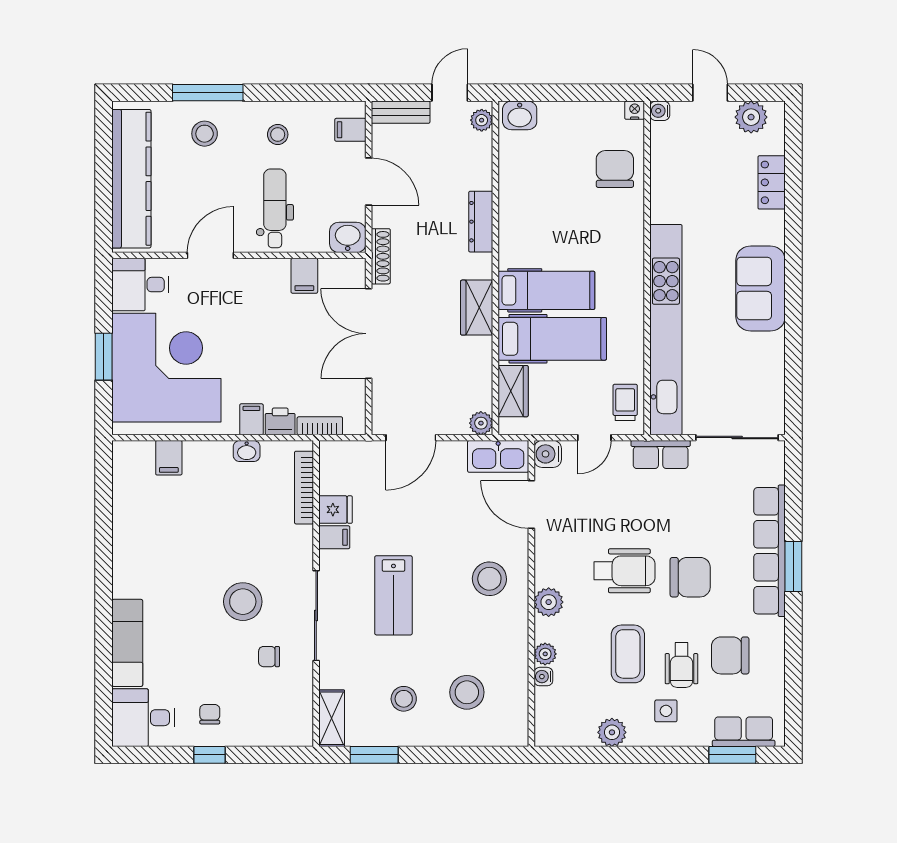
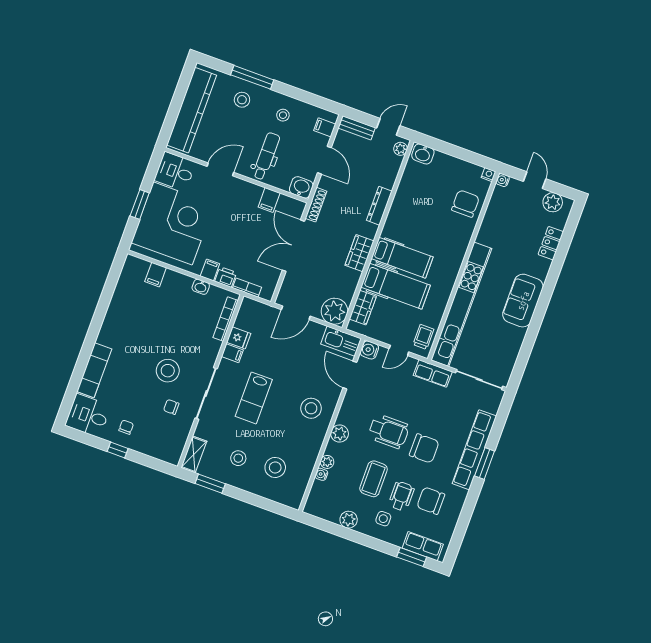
plant: (481, 423) -> (335, 311), width x1.87, depth x1.87
wheelchair: (681, 665) -> (401, 496), turned 180

